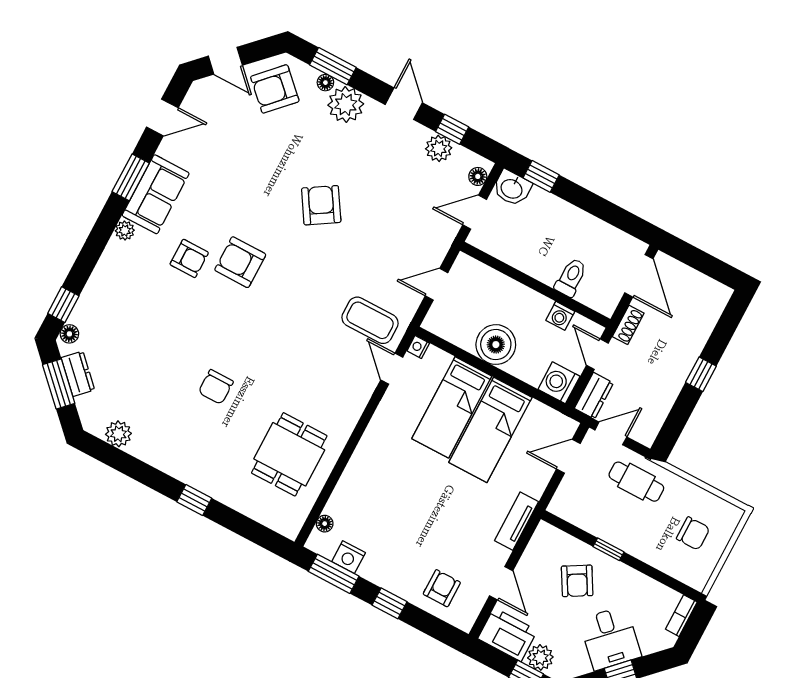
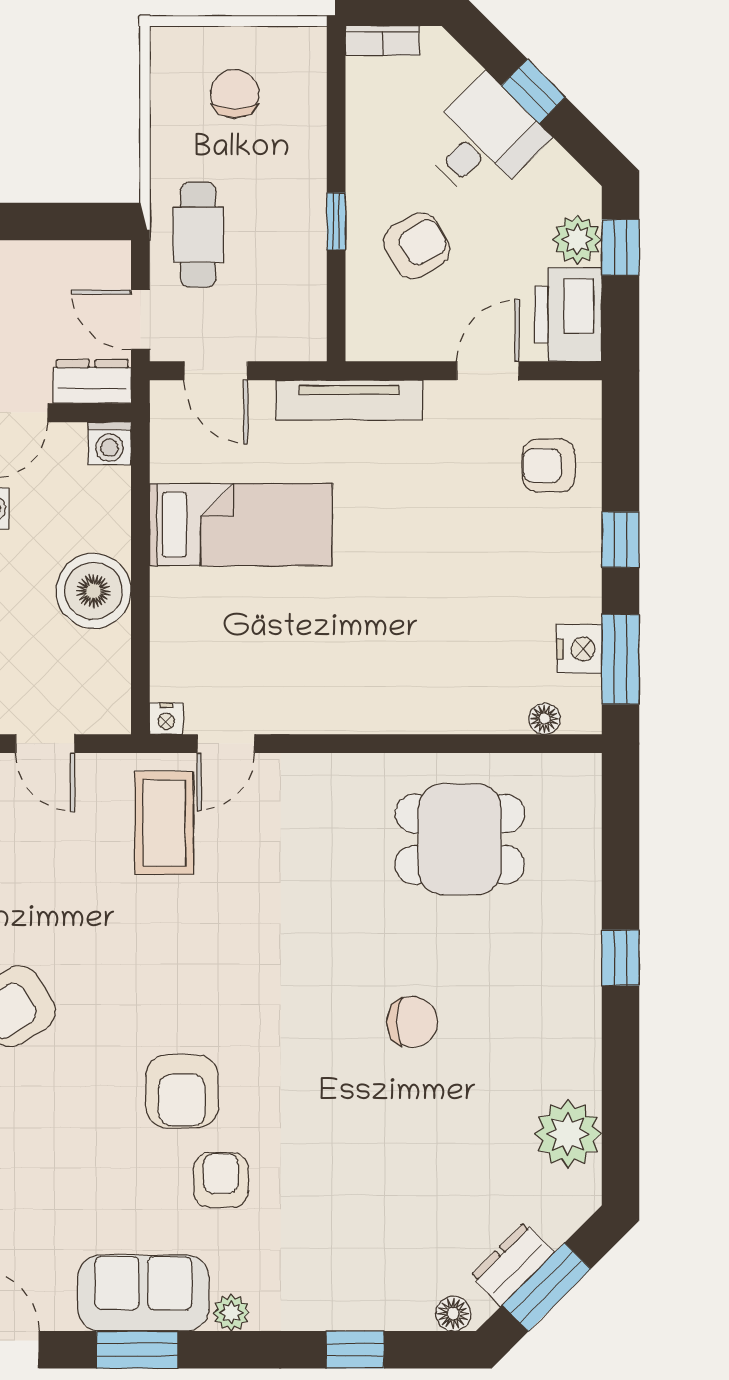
window: (63, 305) -> (355, 1350), moved
washing machine: (559, 383) -> (110, 443), width x0.73, depth x0.73
bed: (452, 407) -> (237, 609), removed
plant: (118, 434) -> (568, 1134), width x1.36, depth x1.36
tv unit: (516, 521) -> (349, 400), width x1.41

